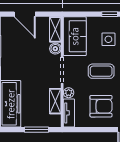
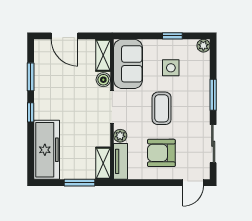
coffee table: (101, 71) -> (162, 108), turned 90
shelving: (55, 101) -> (103, 163), moved
armchair: (101, 106) -> (161, 153), turned 180

